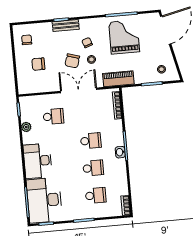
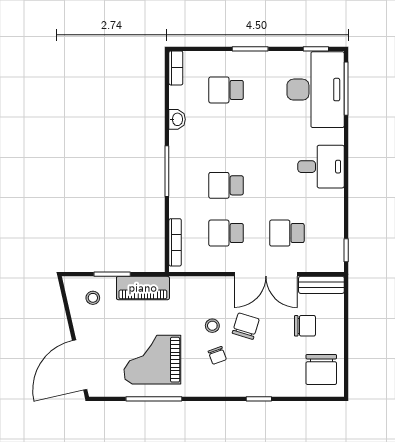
bench: (66, 25) -> (321, 285), moved
grand piano: (124, 37) -> (152, 360), turned 90
chair: (27, 40) -> (321, 369), width x1.87, depth x1.87
piano: (118, 79) -> (143, 288), moved
double door: (79, 90) -> (266, 274), moved
plant: (26, 127) -> (336, 219), removed
washbasin: (120, 152) -> (177, 119), moved
desk: (38, 161) -> (321, 167), width x0.73
school desk: (93, 168) -> (226, 233), moved

